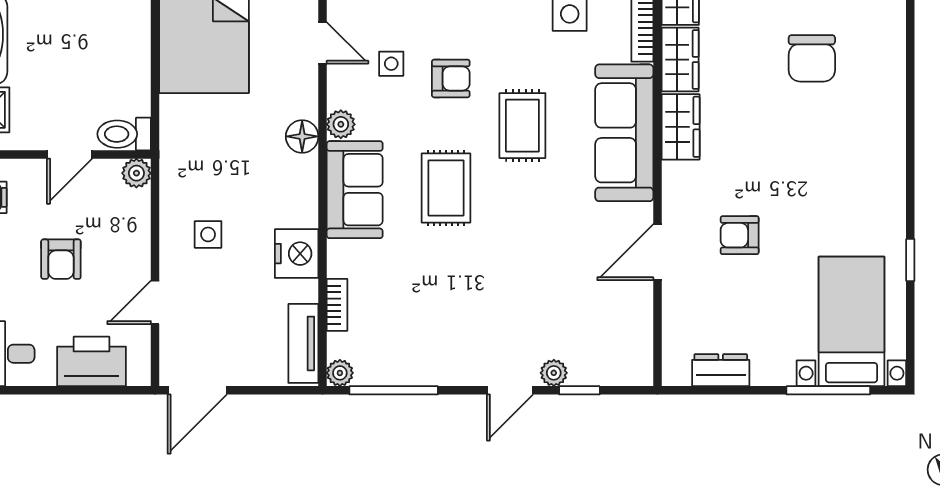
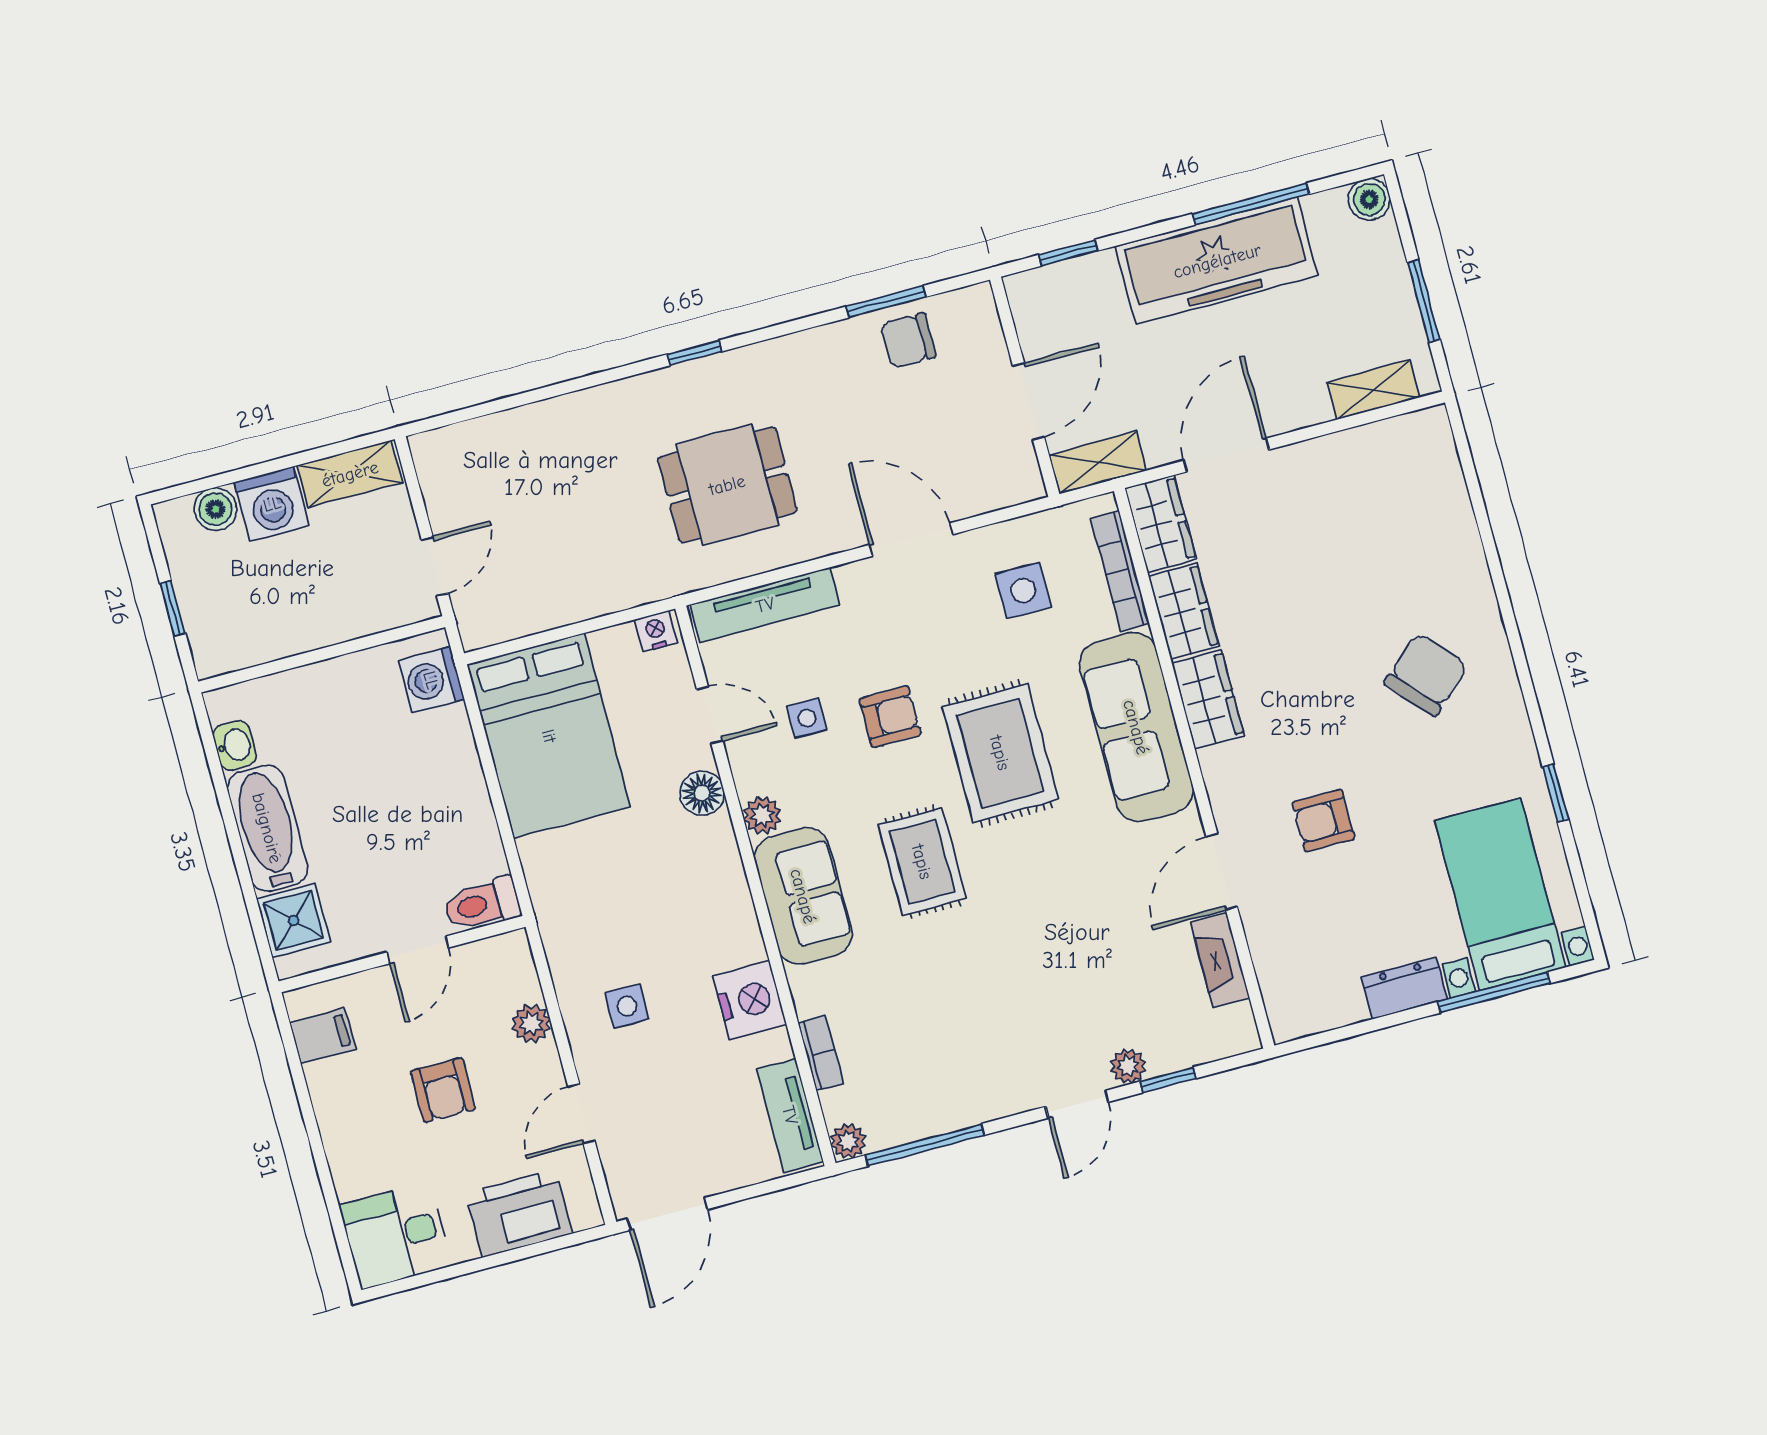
chair: (812, 58) -> (1426, 674), moved, turned -132
rug: (522, 126) -> (1000, 753), width x1.36, depth x1.43
floor lamp: (302, 136) -> (702, 793), moved
plant: (136, 173) -> (531, 1024), moved
fireplace: (639, 315) -> (1220, 960), added
dresser: (721, 370) -> (1404, 988), moved

